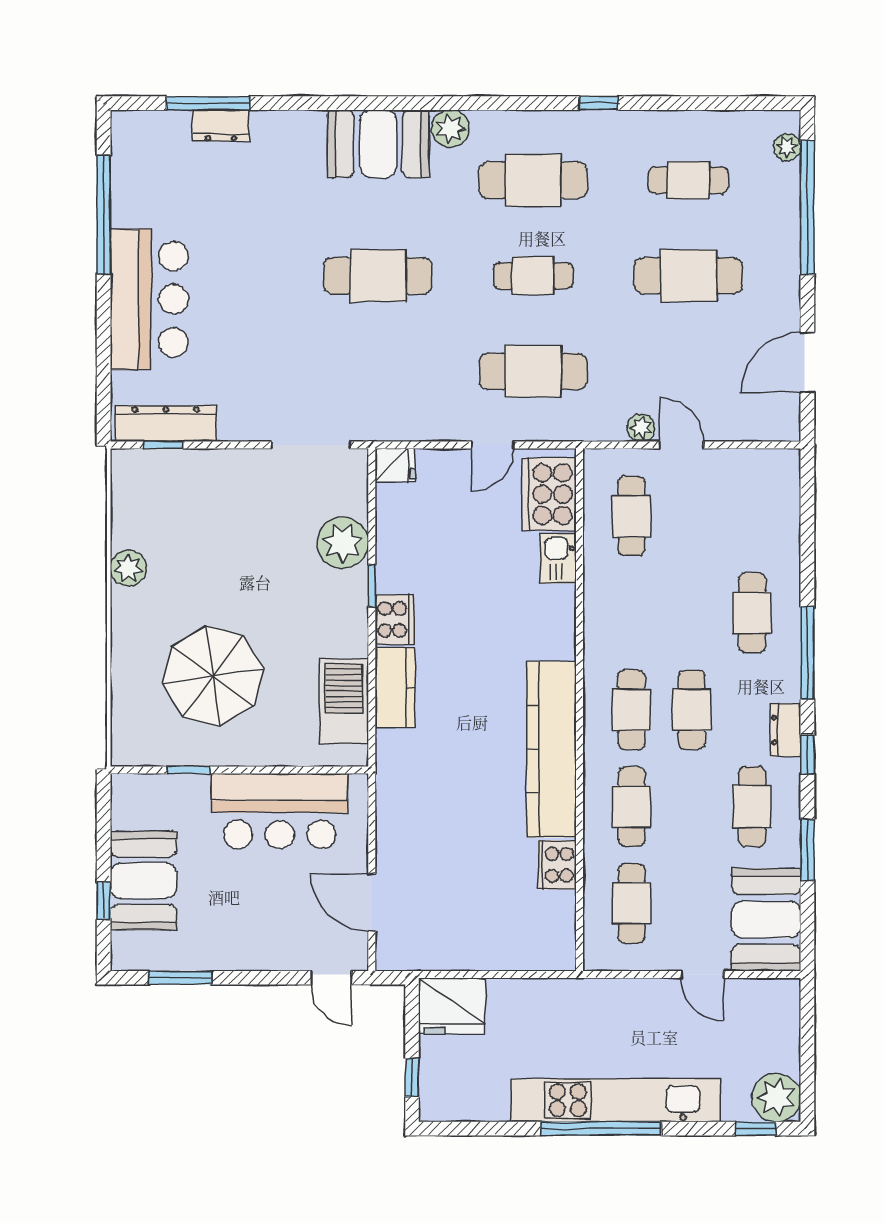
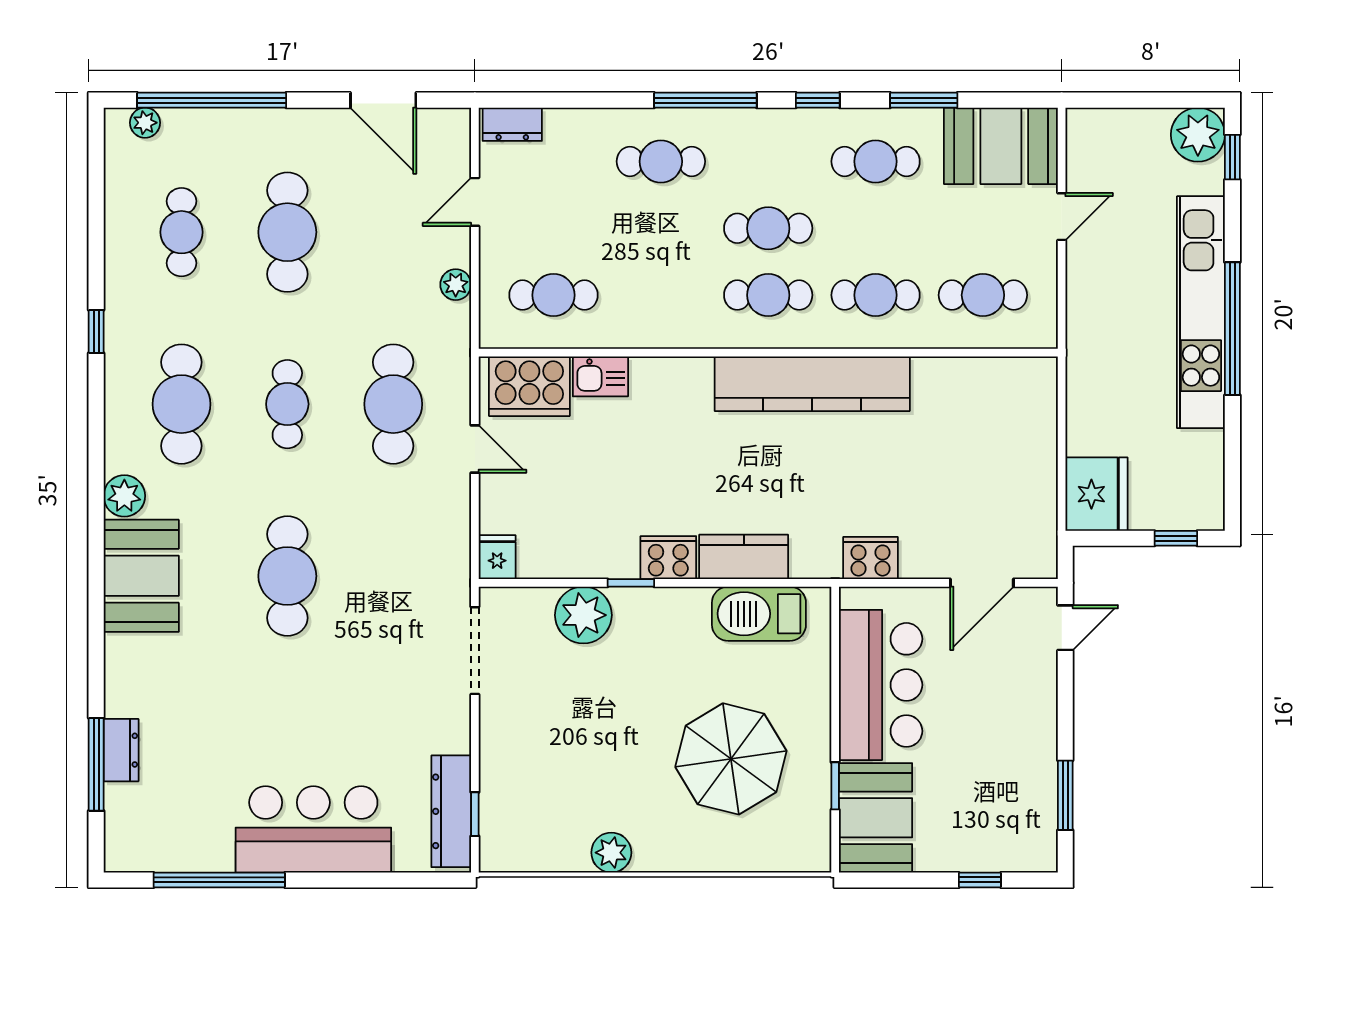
door: (682, 445) -> (475, 202), moved
dresser: (786, 730) -> (512, 124), moved
cooker: (557, 865) -> (870, 558), moved, turned 180
booth: (143, 881) -> (875, 818), moved, turned 90

